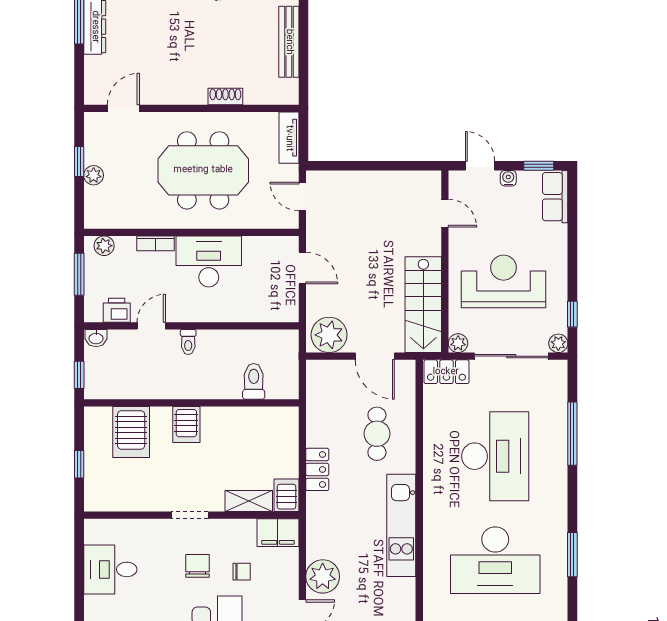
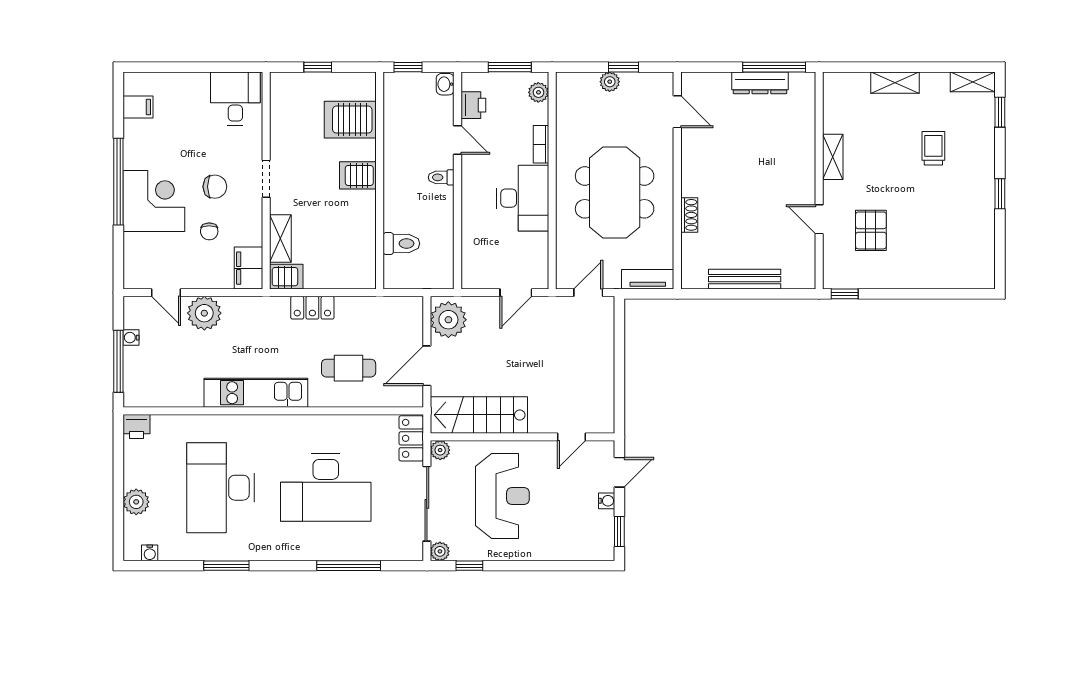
row of seats: (555, 197) -> (588, 548), removed
desk: (110, 569) -> (235, 99), moved

